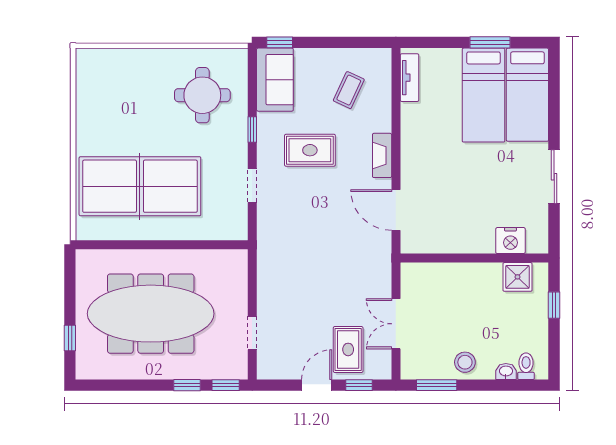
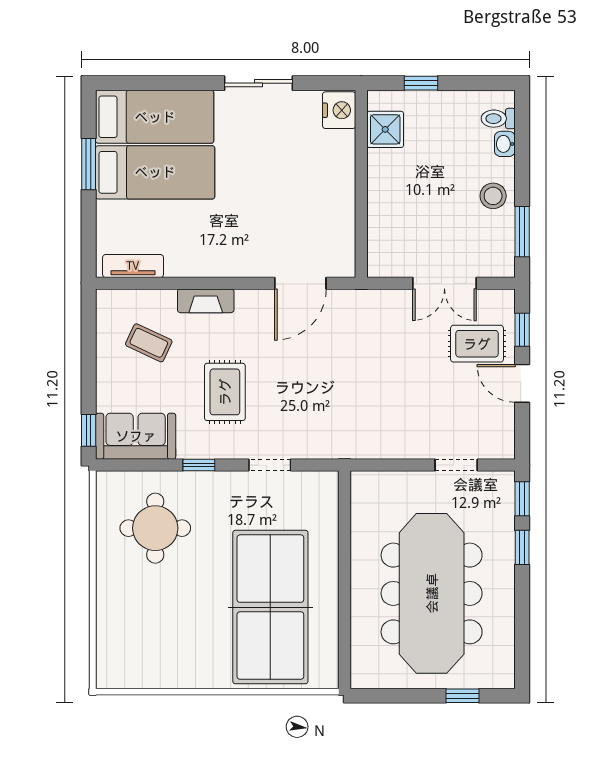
fireplace: (382, 155) -> (206, 301), moved
nightstand: (510, 241) -> (339, 110), moved

